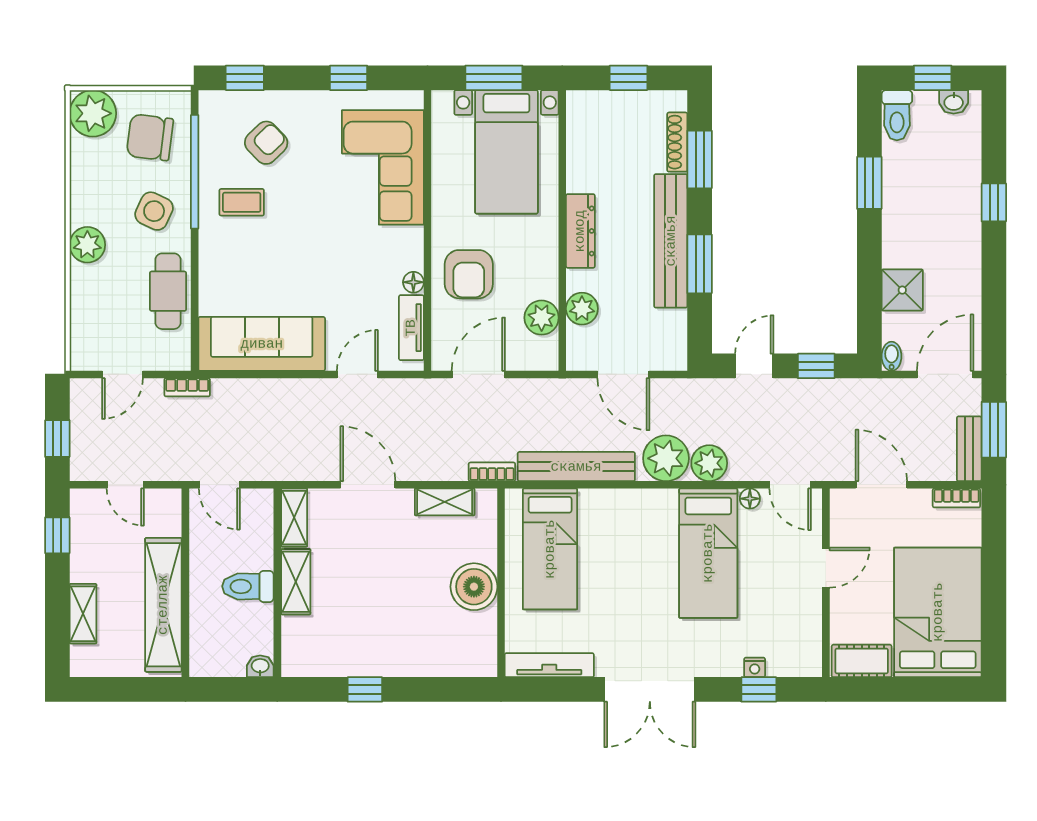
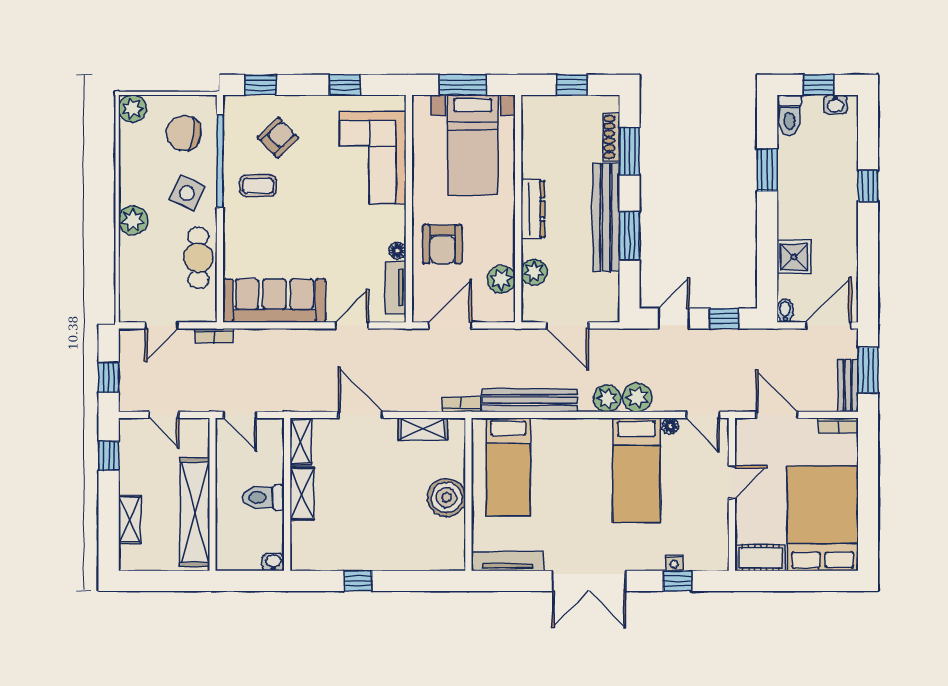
plant: (93, 113) -> (132, 109), width x0.73, depth x0.73
plant: (666, 458) -> (607, 398), width x0.73, depth x0.73

